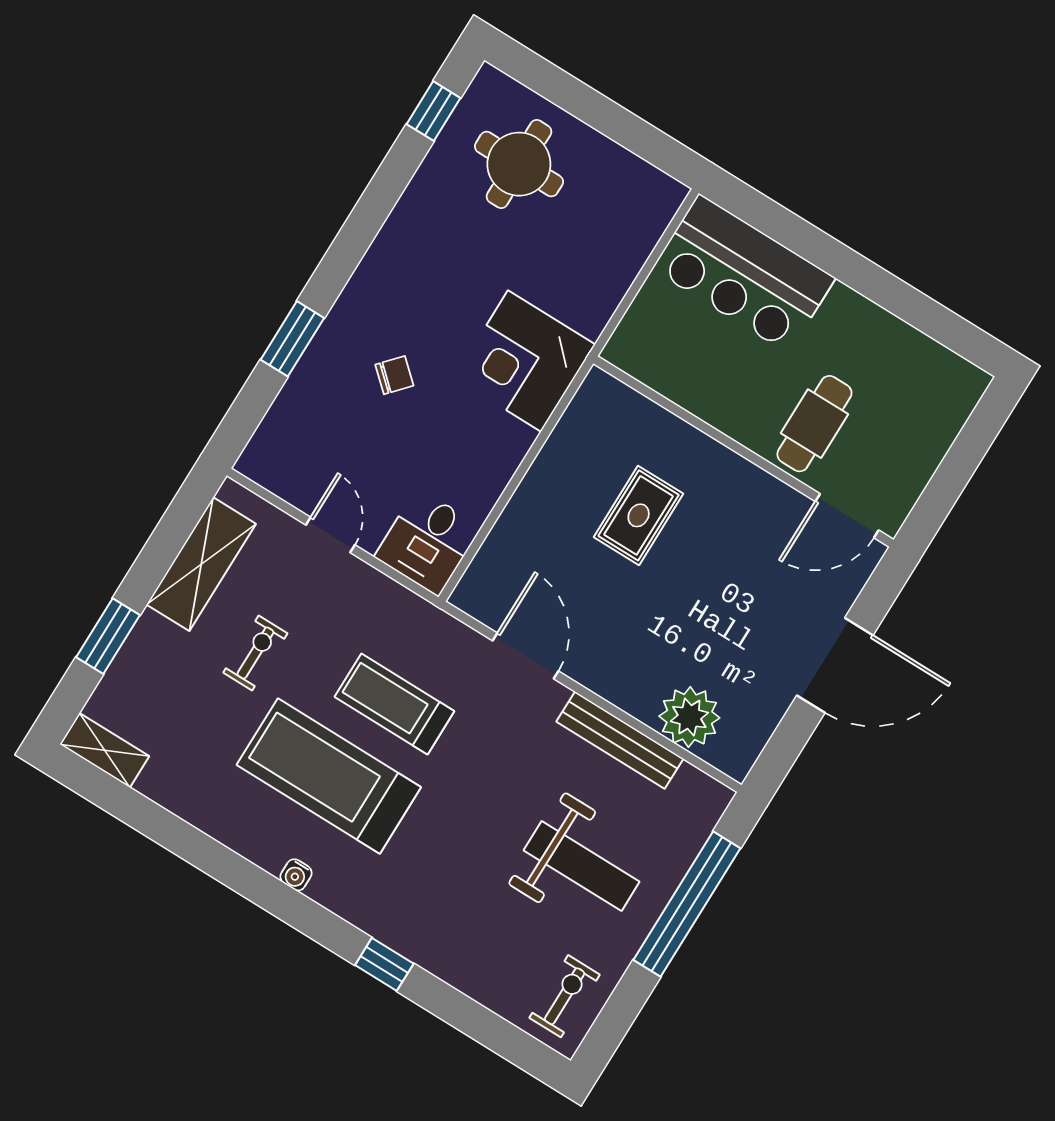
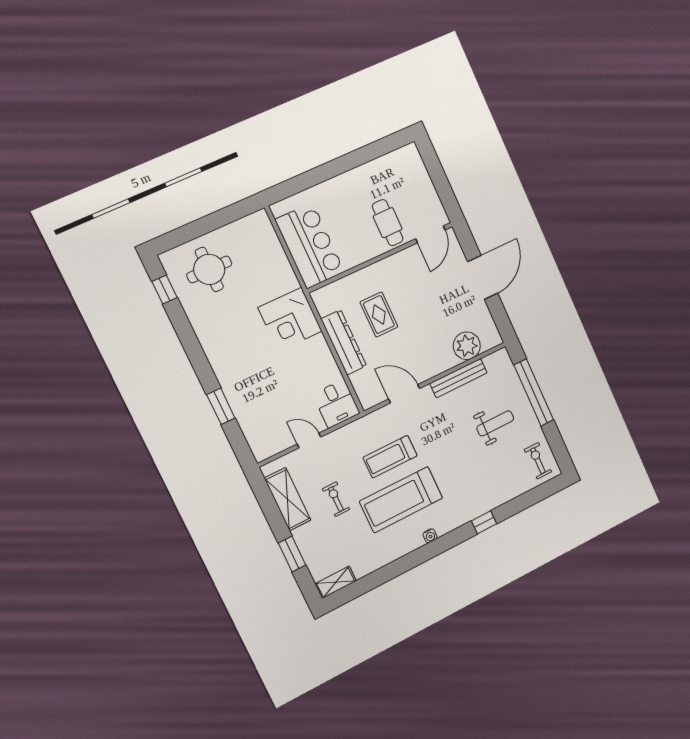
bar counter: (744, 273) -> (310, 246), moved, turned -90
chair: (394, 375) -> (262, 375), removed
dresser: (546, 484) -> (344, 342), added
weight bench: (582, 866) -> (495, 423), width x0.73, depth x0.75

